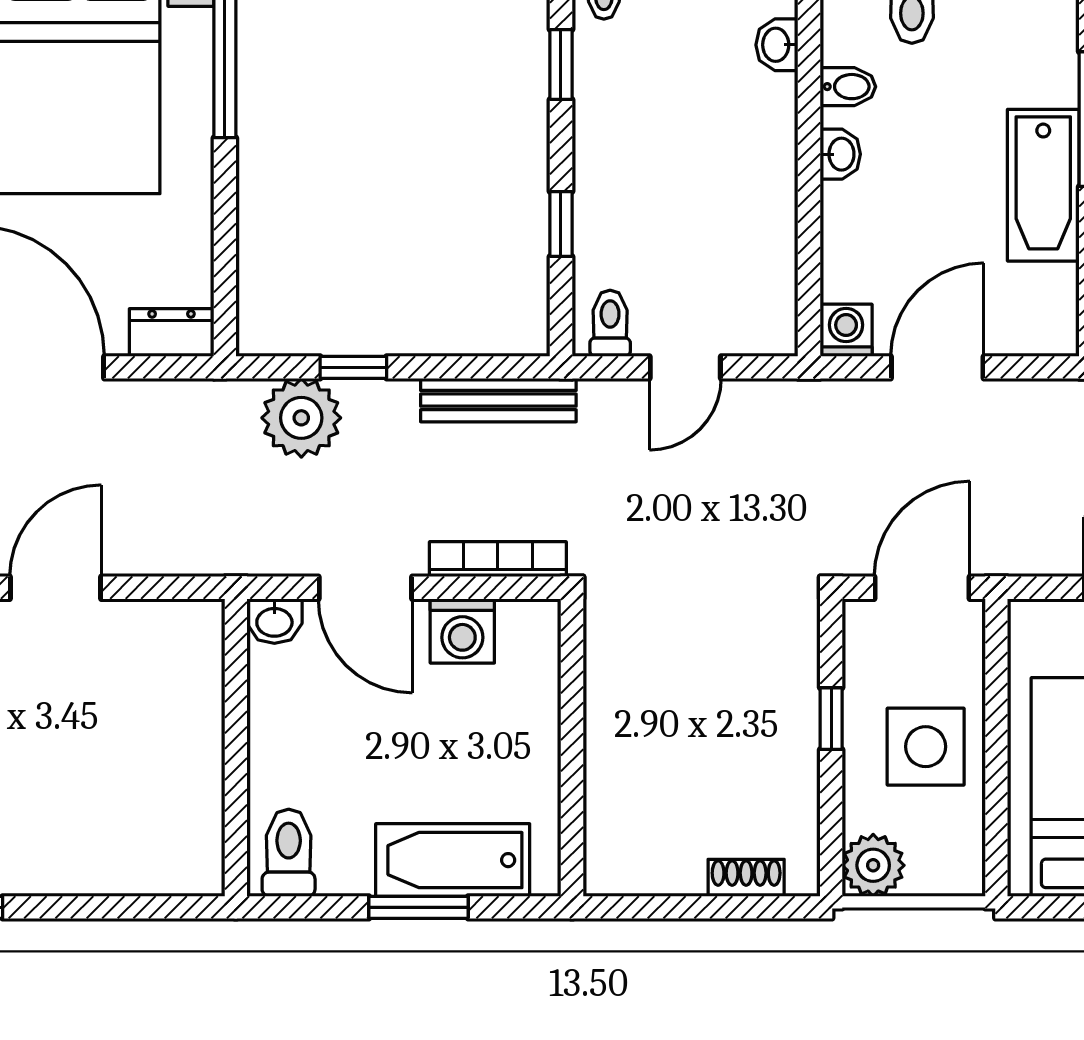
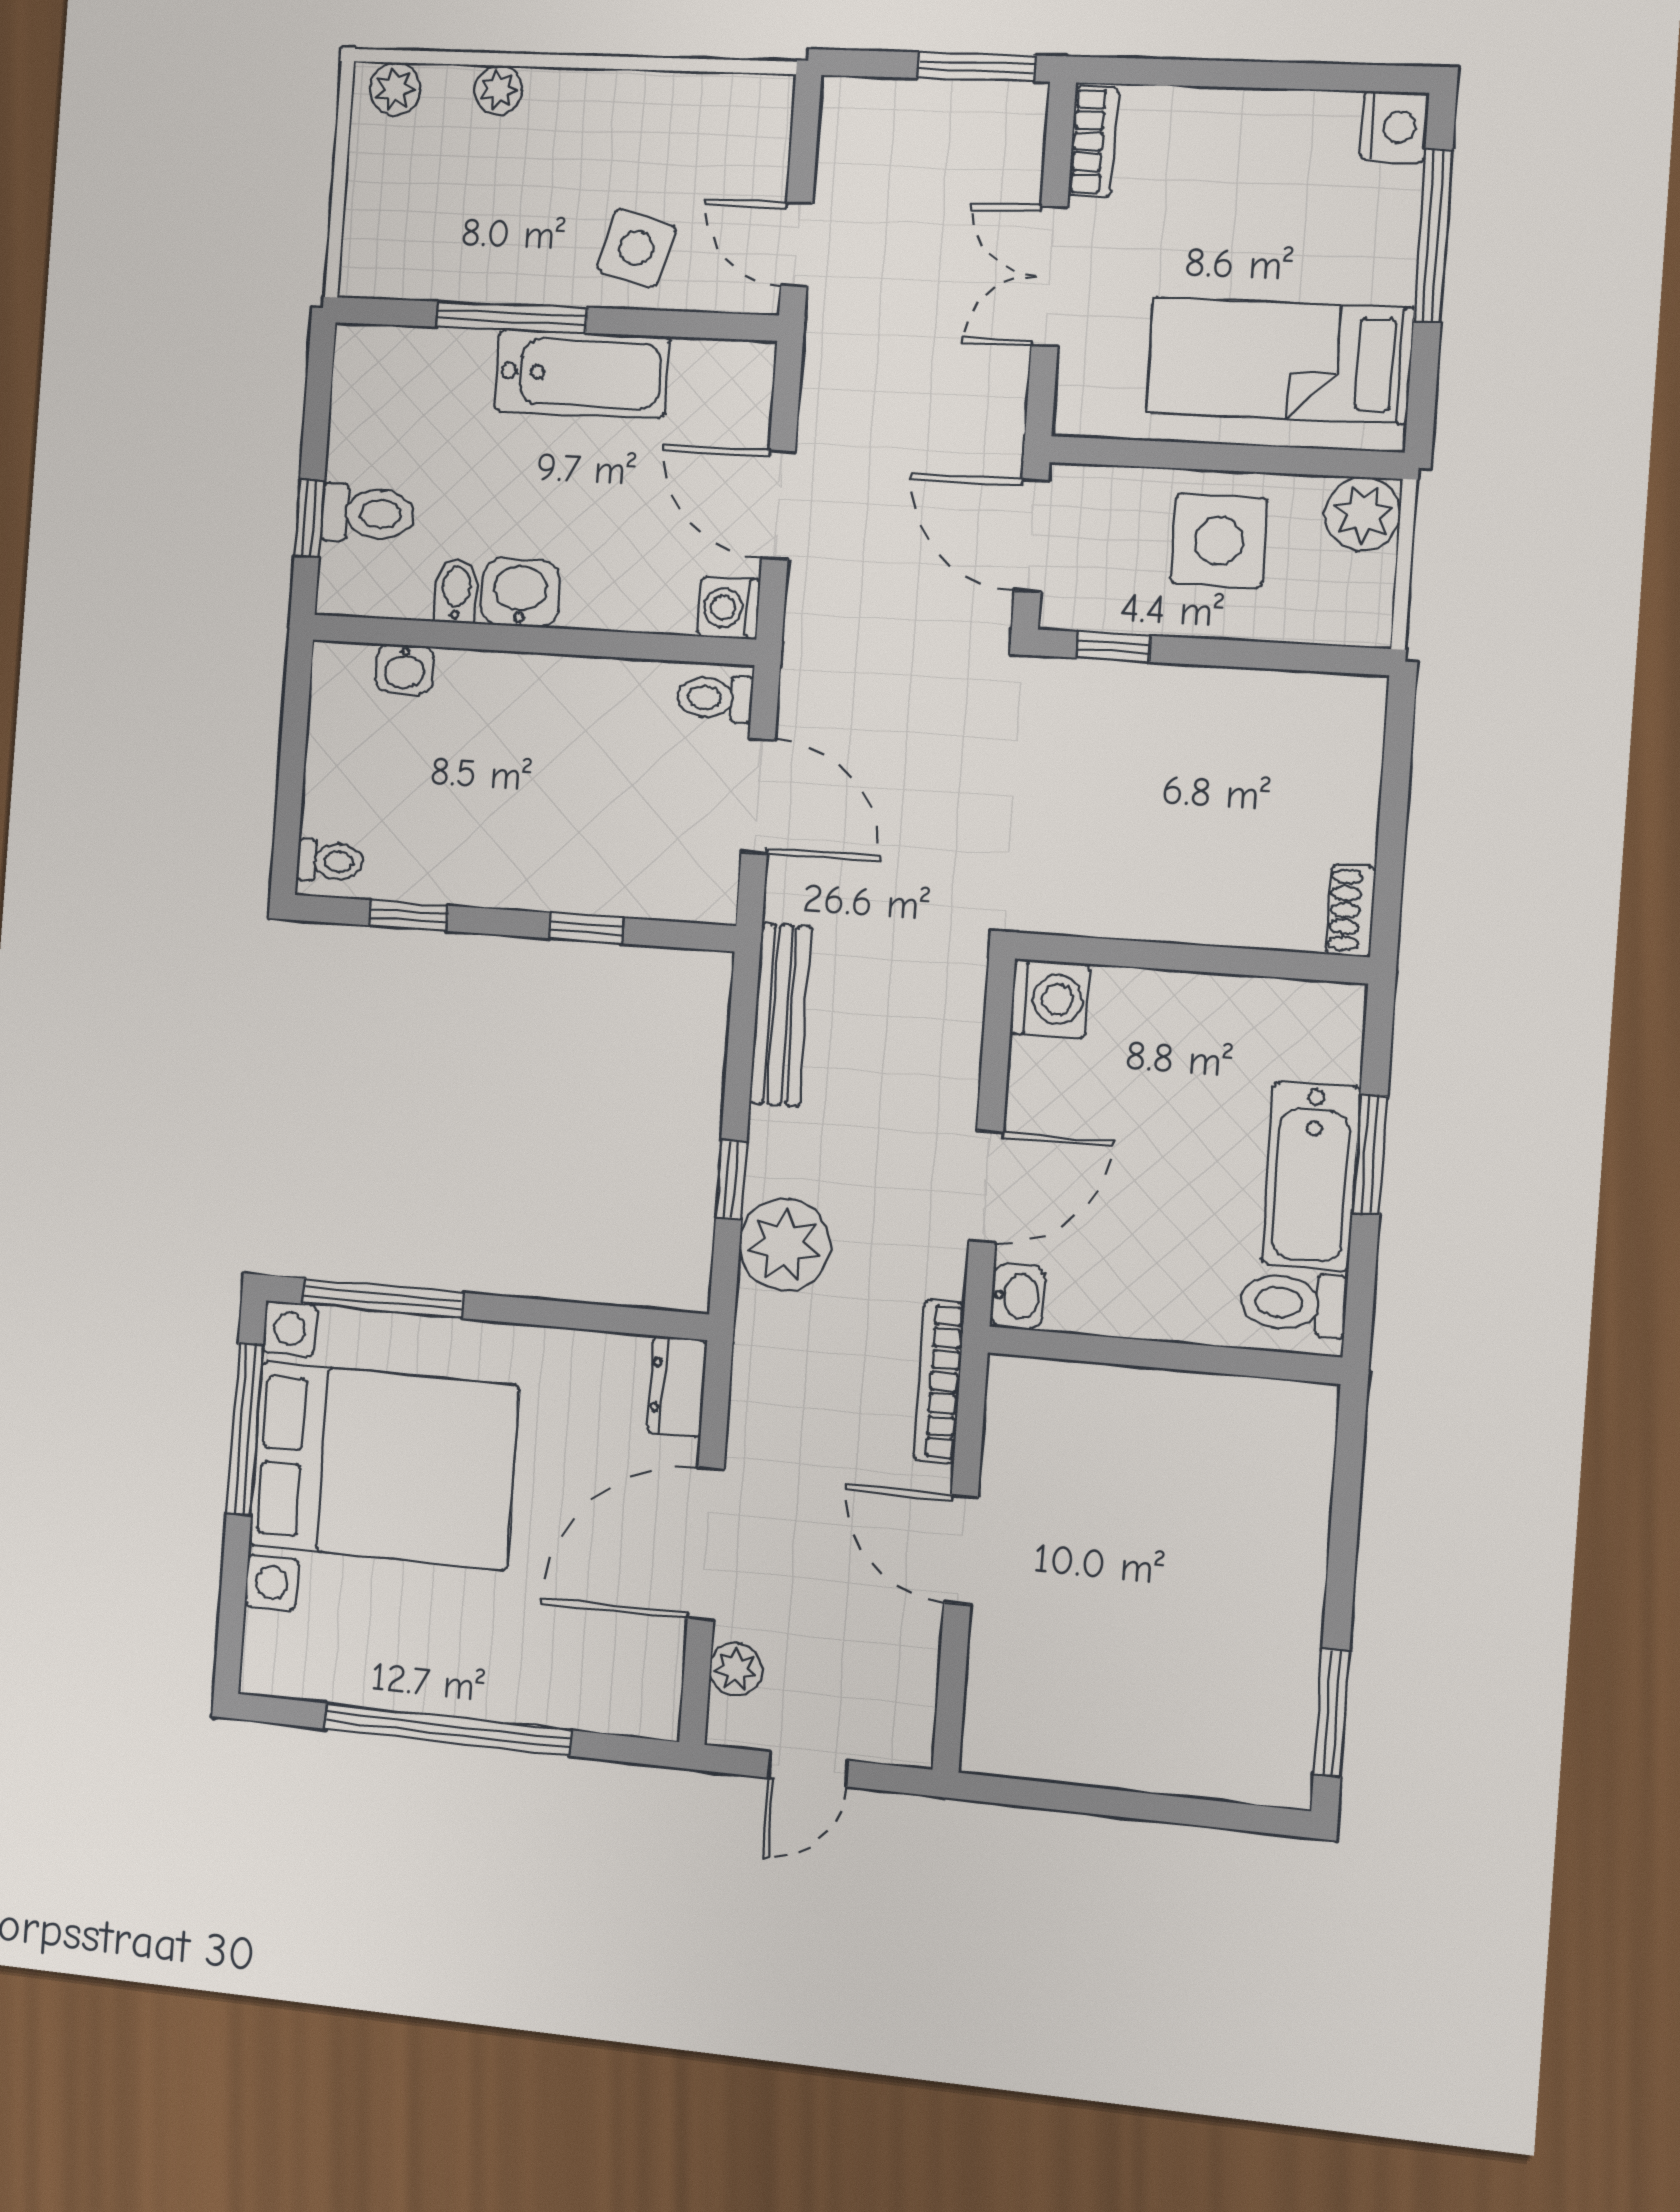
washbasin: (840, 154) -> (521, 593), width x1.38, depth x1.45
toilet: (610, 323) -> (715, 698), moved
door: (685, 367) -> (758, 796), width x1.38
bookcase: (498, 559) -> (939, 1381), moved
washing machine: (462, 631) -> (1050, 999), moved
window: (831, 719) -> (1113, 647), moved
bathtub: (453, 860) -> (1311, 1176), moved
plant: (873, 865) -> (1363, 514), moved
shoe rack: (746, 878) -> (1351, 910), moved

